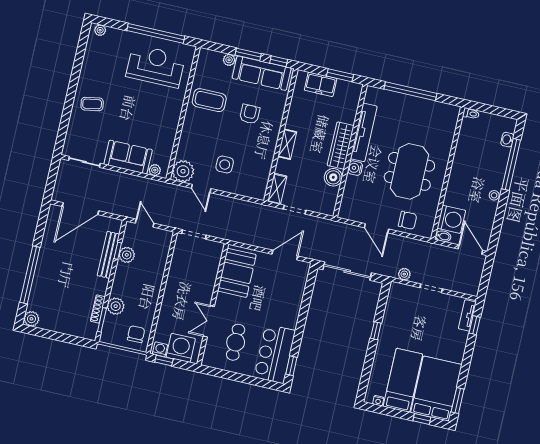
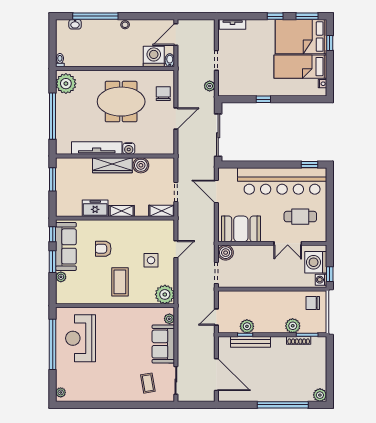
freezer: (321, 84) -> (95, 208), moved, turned -90
coffee table: (209, 100) -> (120, 282), moved
coffee table: (92, 104) -> (148, 383), moved
plant: (443, 114) -> (66, 84), added
door: (201, 188) -> (176, 249), moved
boiler: (214, 250) -> (226, 253), added
window: (475, 325) -> (275, 16), moved
bar counter: (275, 354) -> (282, 181), width x1.86

